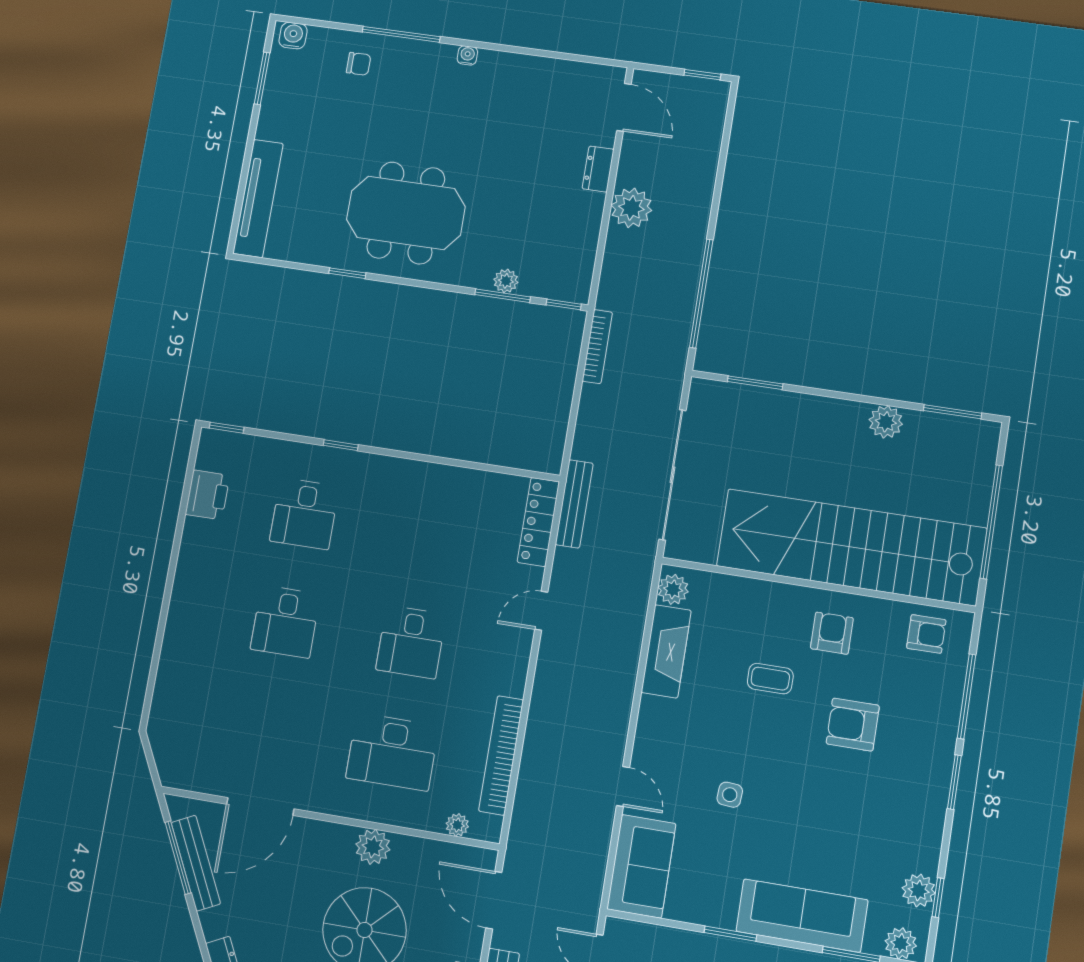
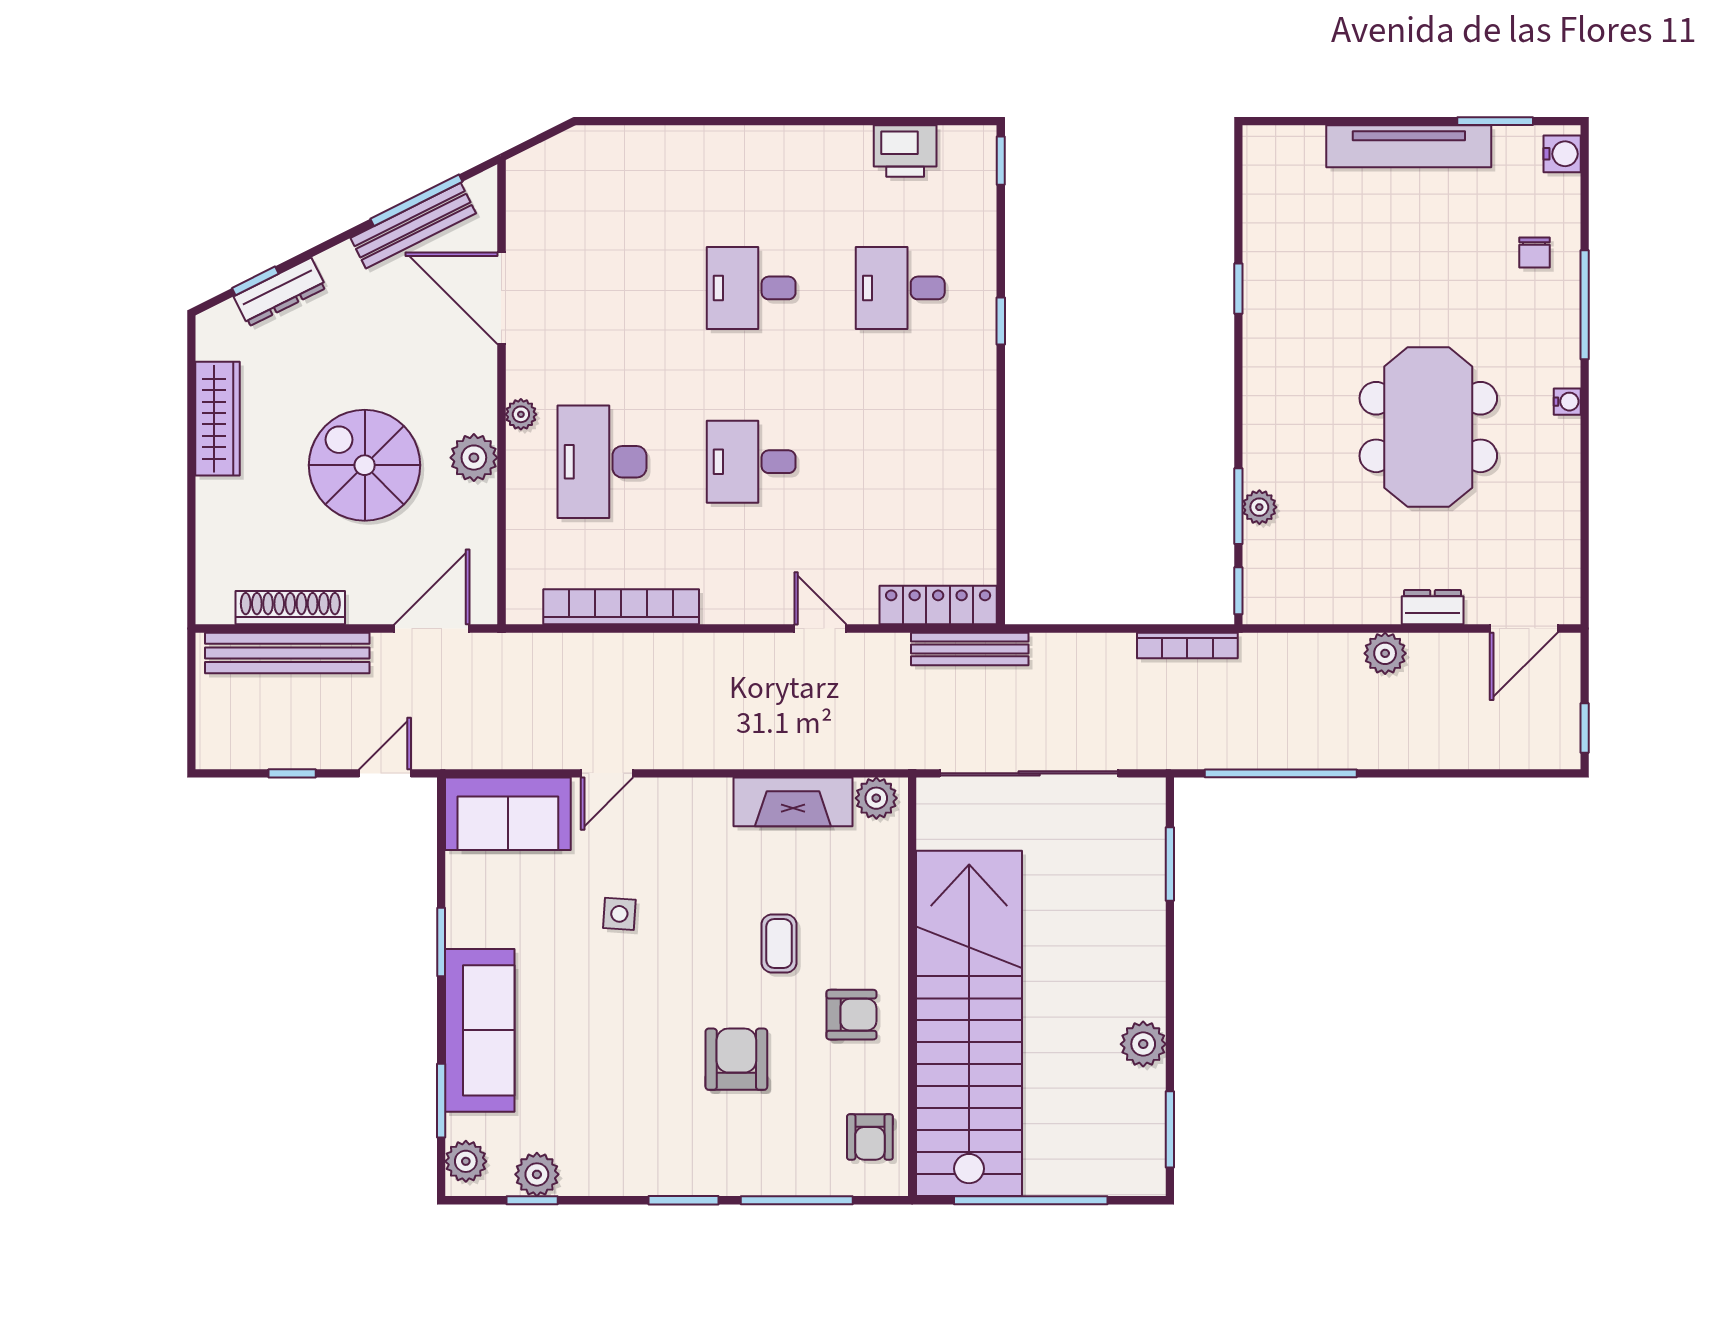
tv unit: (258, 198) -> (1409, 146), moved
plant: (631, 208) -> (1385, 653), width x0.73, depth x0.73
meeting table: (406, 213) -> (1428, 427), moved
plant: (457, 825) -> (521, 414), moved

